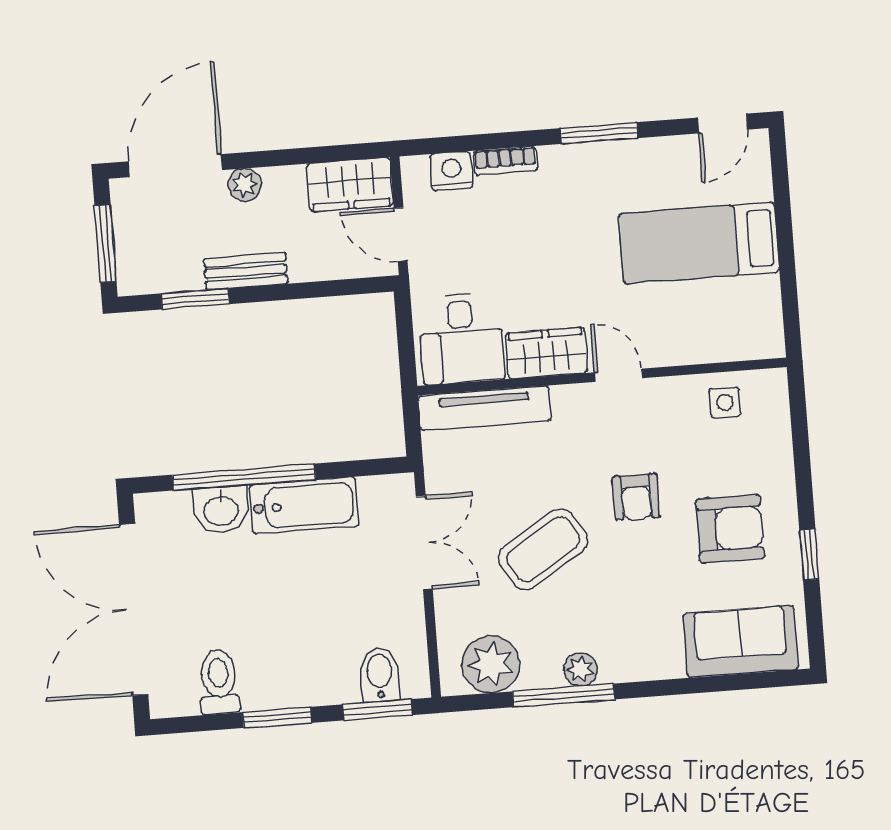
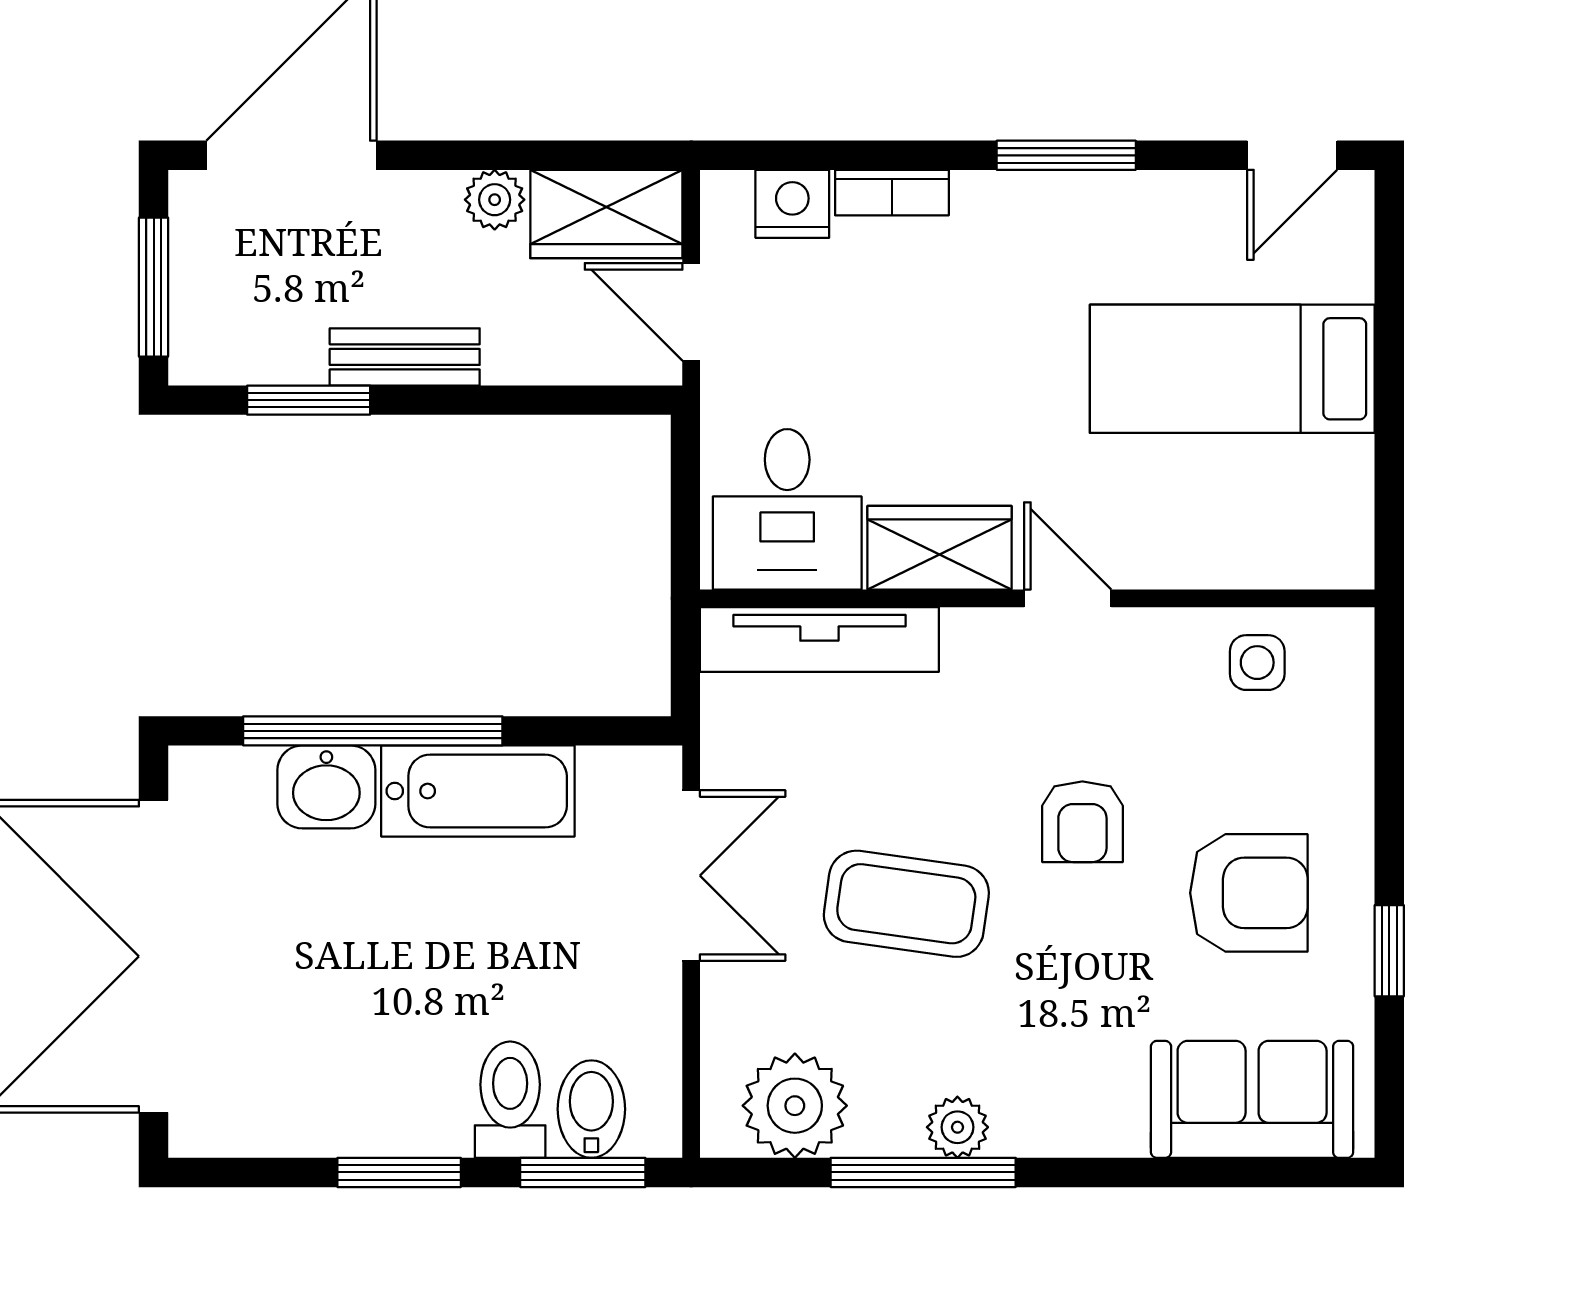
plant: (244, 185) -> (495, 200), moved
coffee table: (543, 549) -> (906, 904), turned 40
toilet: (219, 682) -> (510, 1100), moved

